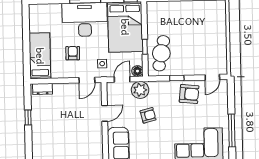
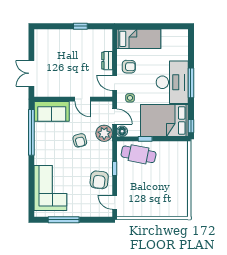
armchair: (73, 53) -> (129, 67), moved
dresser: (43, 89) -> (107, 61), moved

